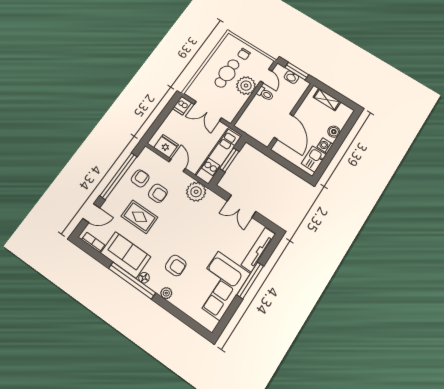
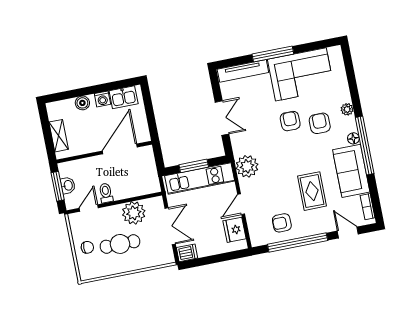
plant: (246, 86) -> (134, 213), moved
armchair: (158, 193) -> (290, 121), moved

